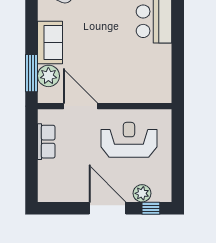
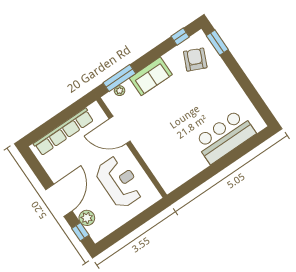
plant: (48, 76) -> (120, 91), width x0.53, depth x0.53
door: (80, 106) -> (120, 130), swing flipped
row of seats: (46, 142) -> (64, 132), width x2.02

